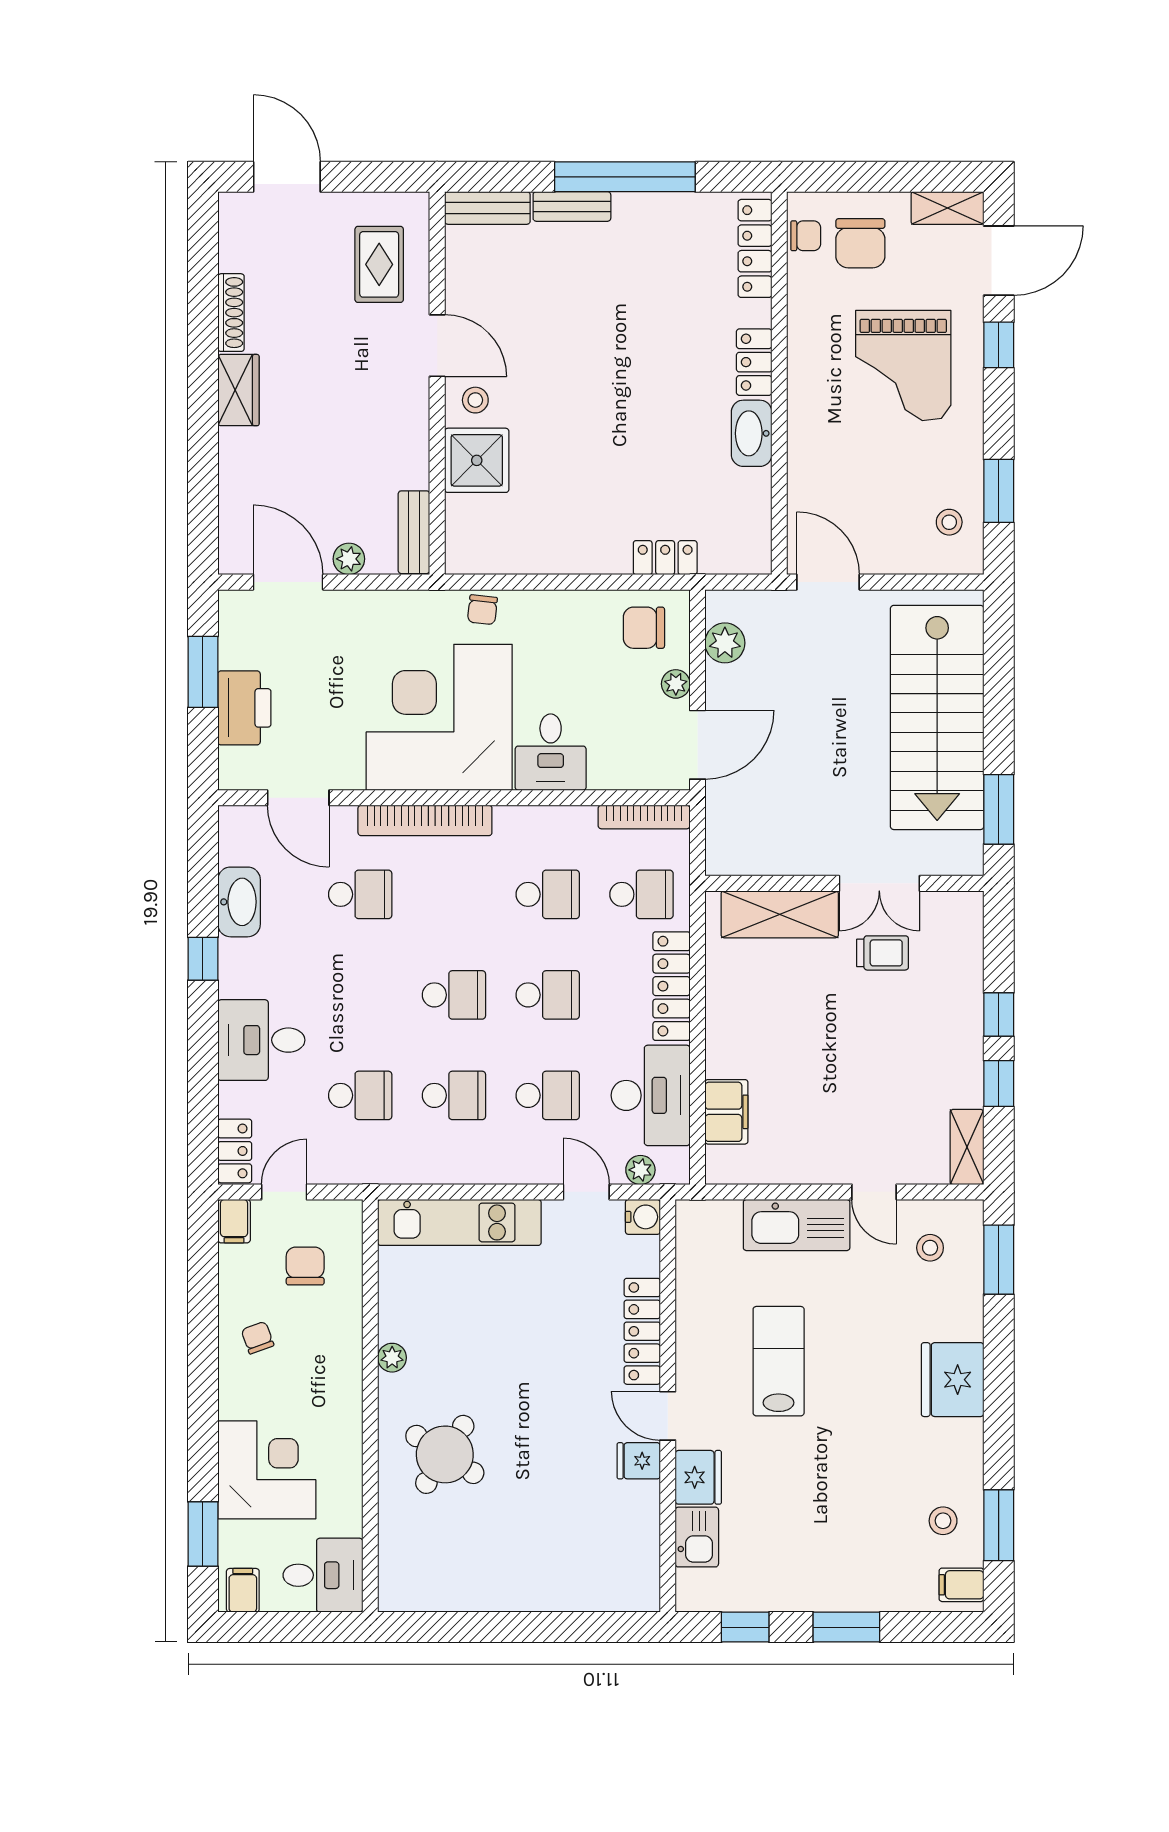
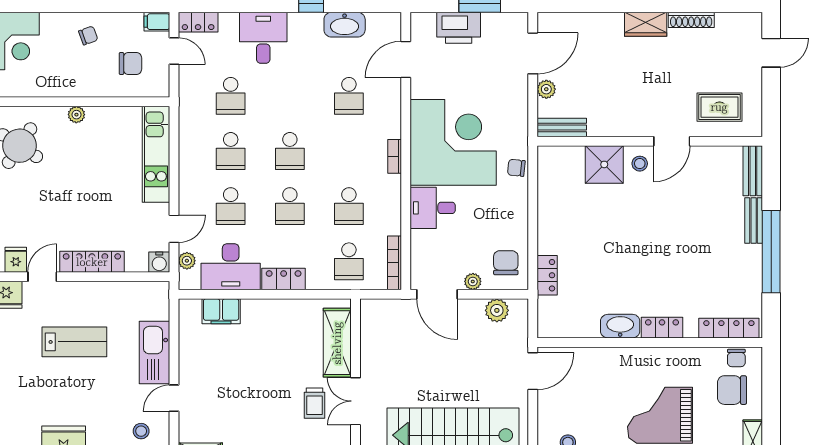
door: (287, 177) -> (771, 53), width x0.73
bookcase: (425, 820) -> (395, 156), width x0.43, depth x0.76
locker: (671, 986) -> (284, 279), width x0.66

